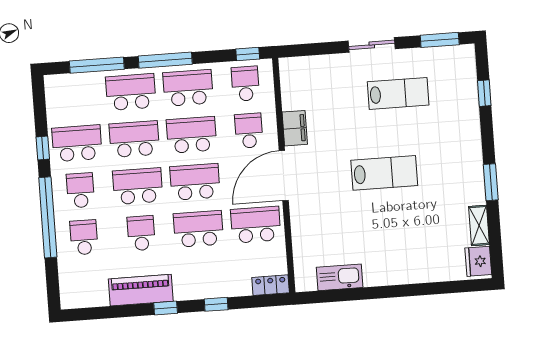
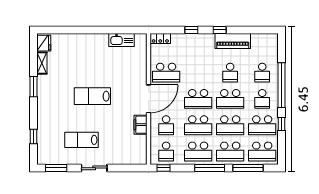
school desk: (198, 229) -> (262, 152), moved

